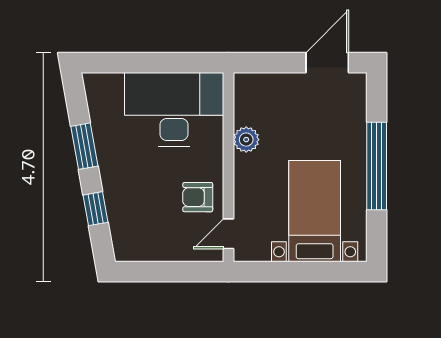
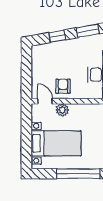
plant: (246, 140) -> (62, 110), moved

